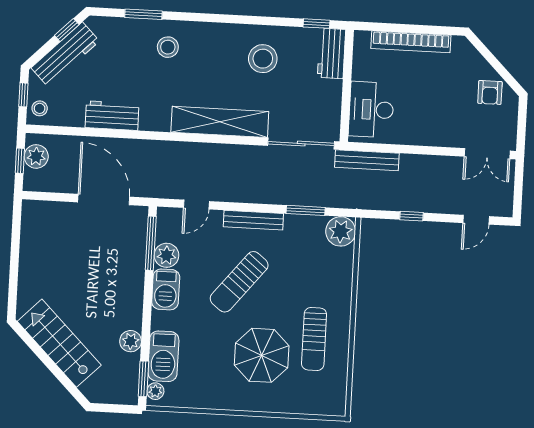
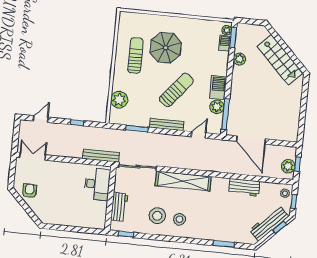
window: (67, 30) -> (279, 227), moved
bookcase: (411, 42) -> (73, 221), removed
stool: (168, 47) -> (179, 219), moved
workbench: (332, 53) -> (119, 207), moved
plant: (341, 231) -> (119, 100), moved
barbecue: (163, 356) -> (225, 43), width x0.53, depth x0.65

